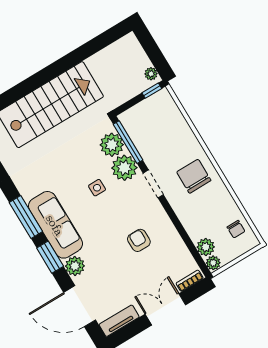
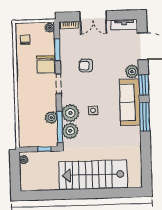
window: (152, 91) -> (44, 149), moved
chair: (194, 176) -> (46, 64), moved
doorway: (153, 184) -> (58, 84), moved
armchair: (139, 240) -> (86, 65), turned 90
window: (187, 240) -> (57, 50), added
plant: (206, 247) -> (51, 118), moved

